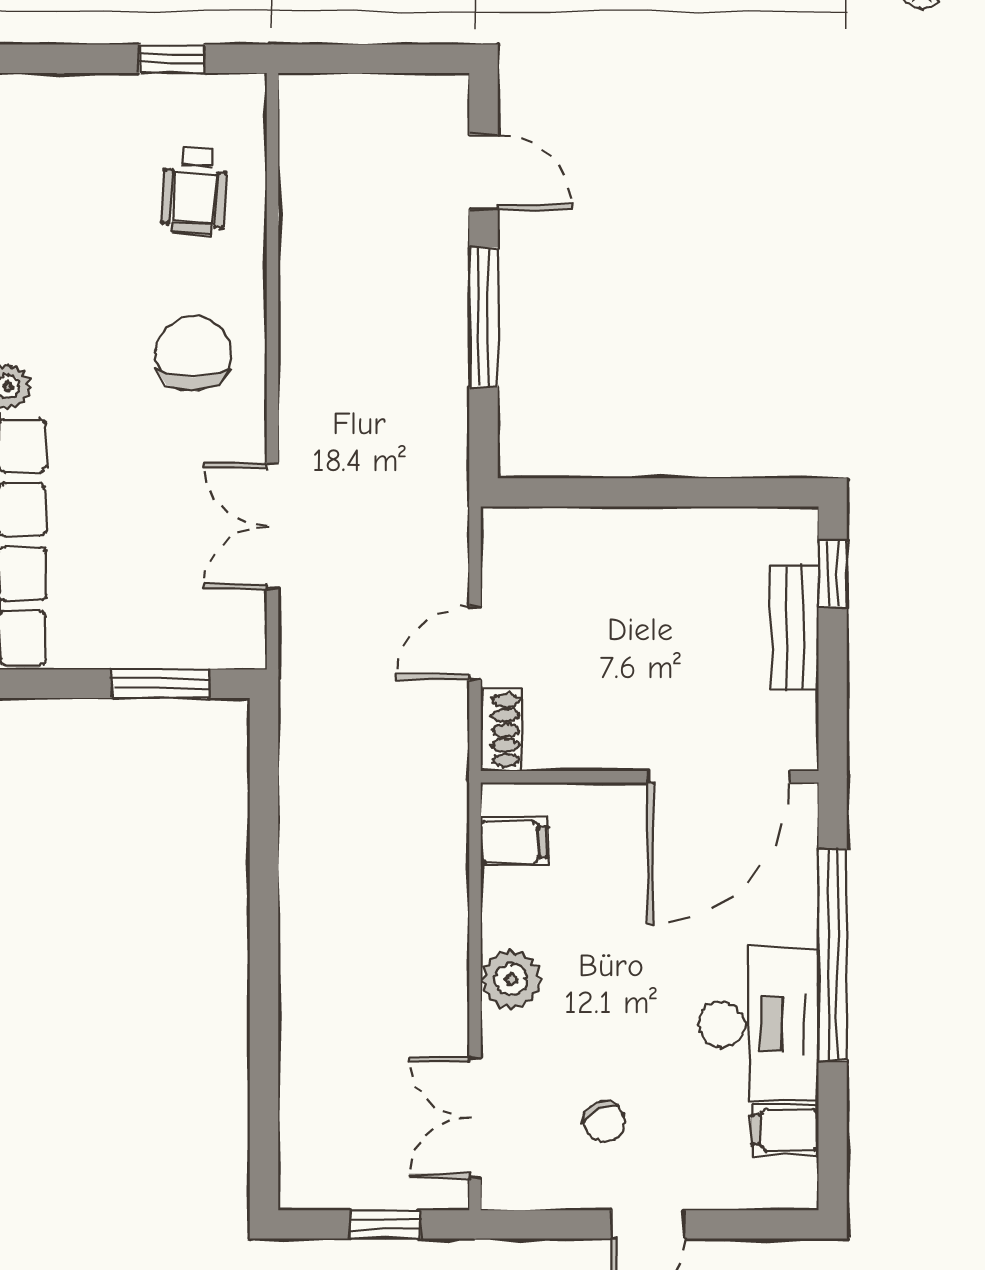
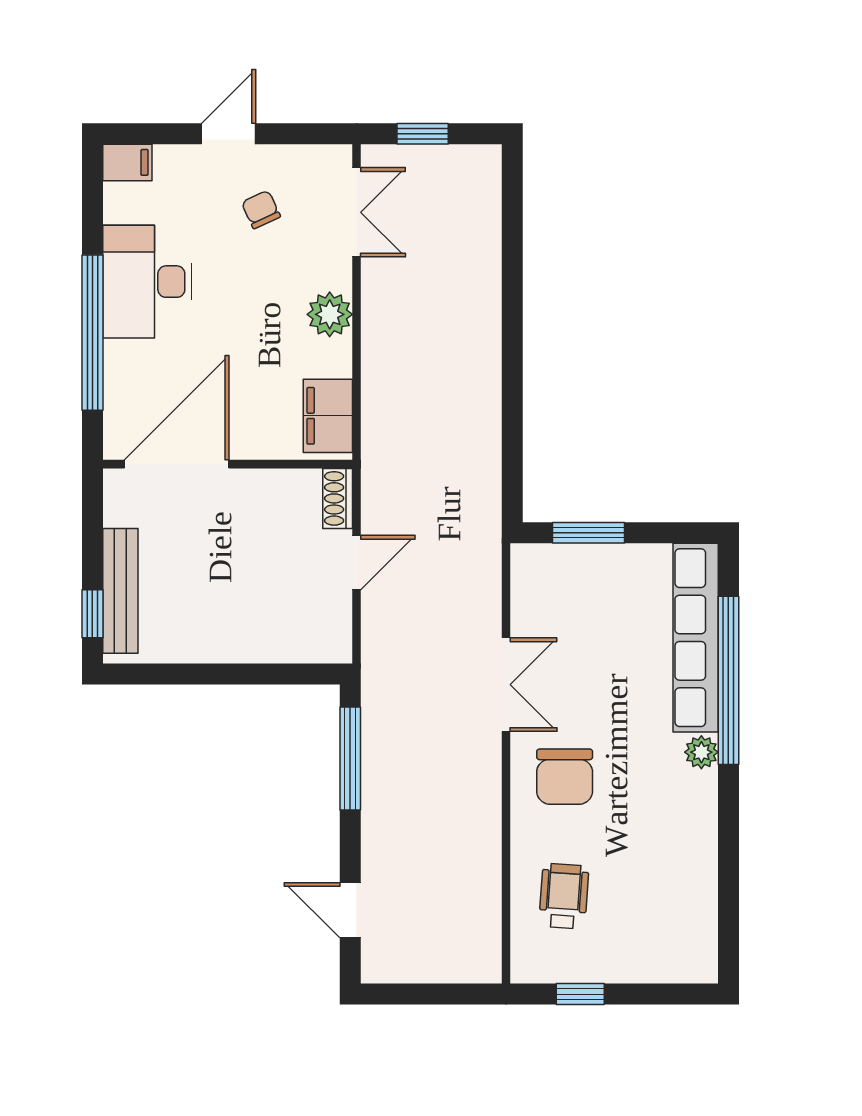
window: (484, 317) -> (350, 758), moved
double door: (272, 526) -> (506, 685), moved
bench: (795, 628) -> (120, 591), width x1.36
filing cabinet: (514, 842) -> (328, 416), width x2.00
filing cabinet: (785, 1130) -> (127, 162), moved

